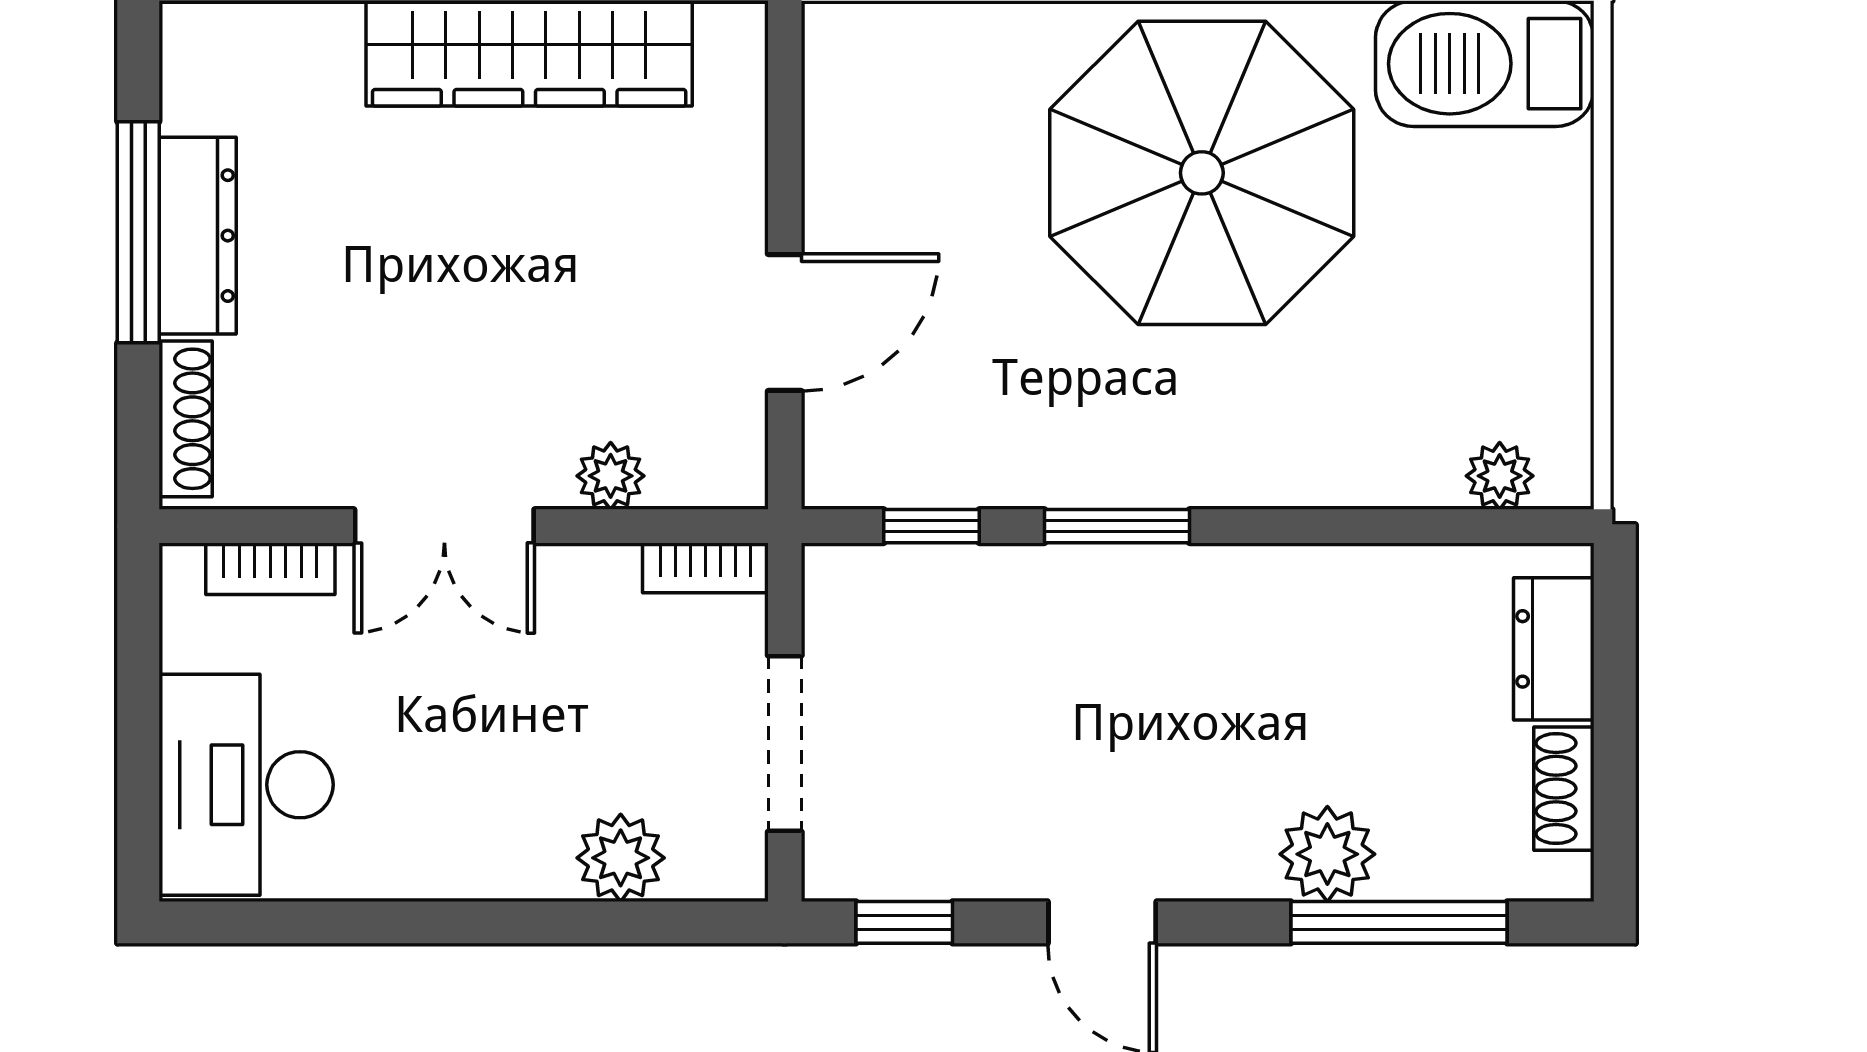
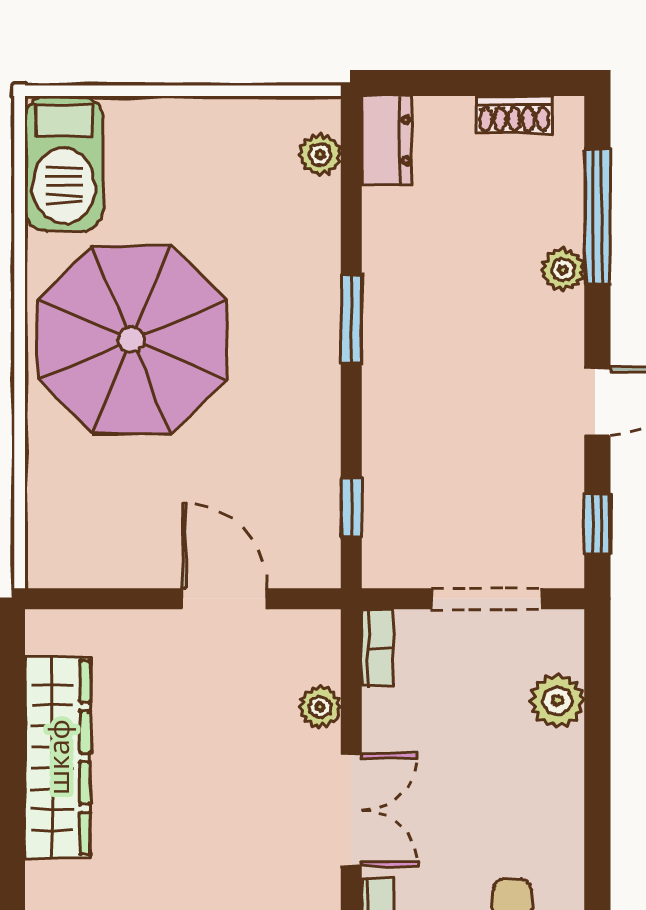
window: (1117, 526) -> (351, 319), moved
dresser: (1554, 649) -> (386, 140), moved, turned -90
plant: (1327, 854) -> (563, 270), width x0.73, depth x0.73

